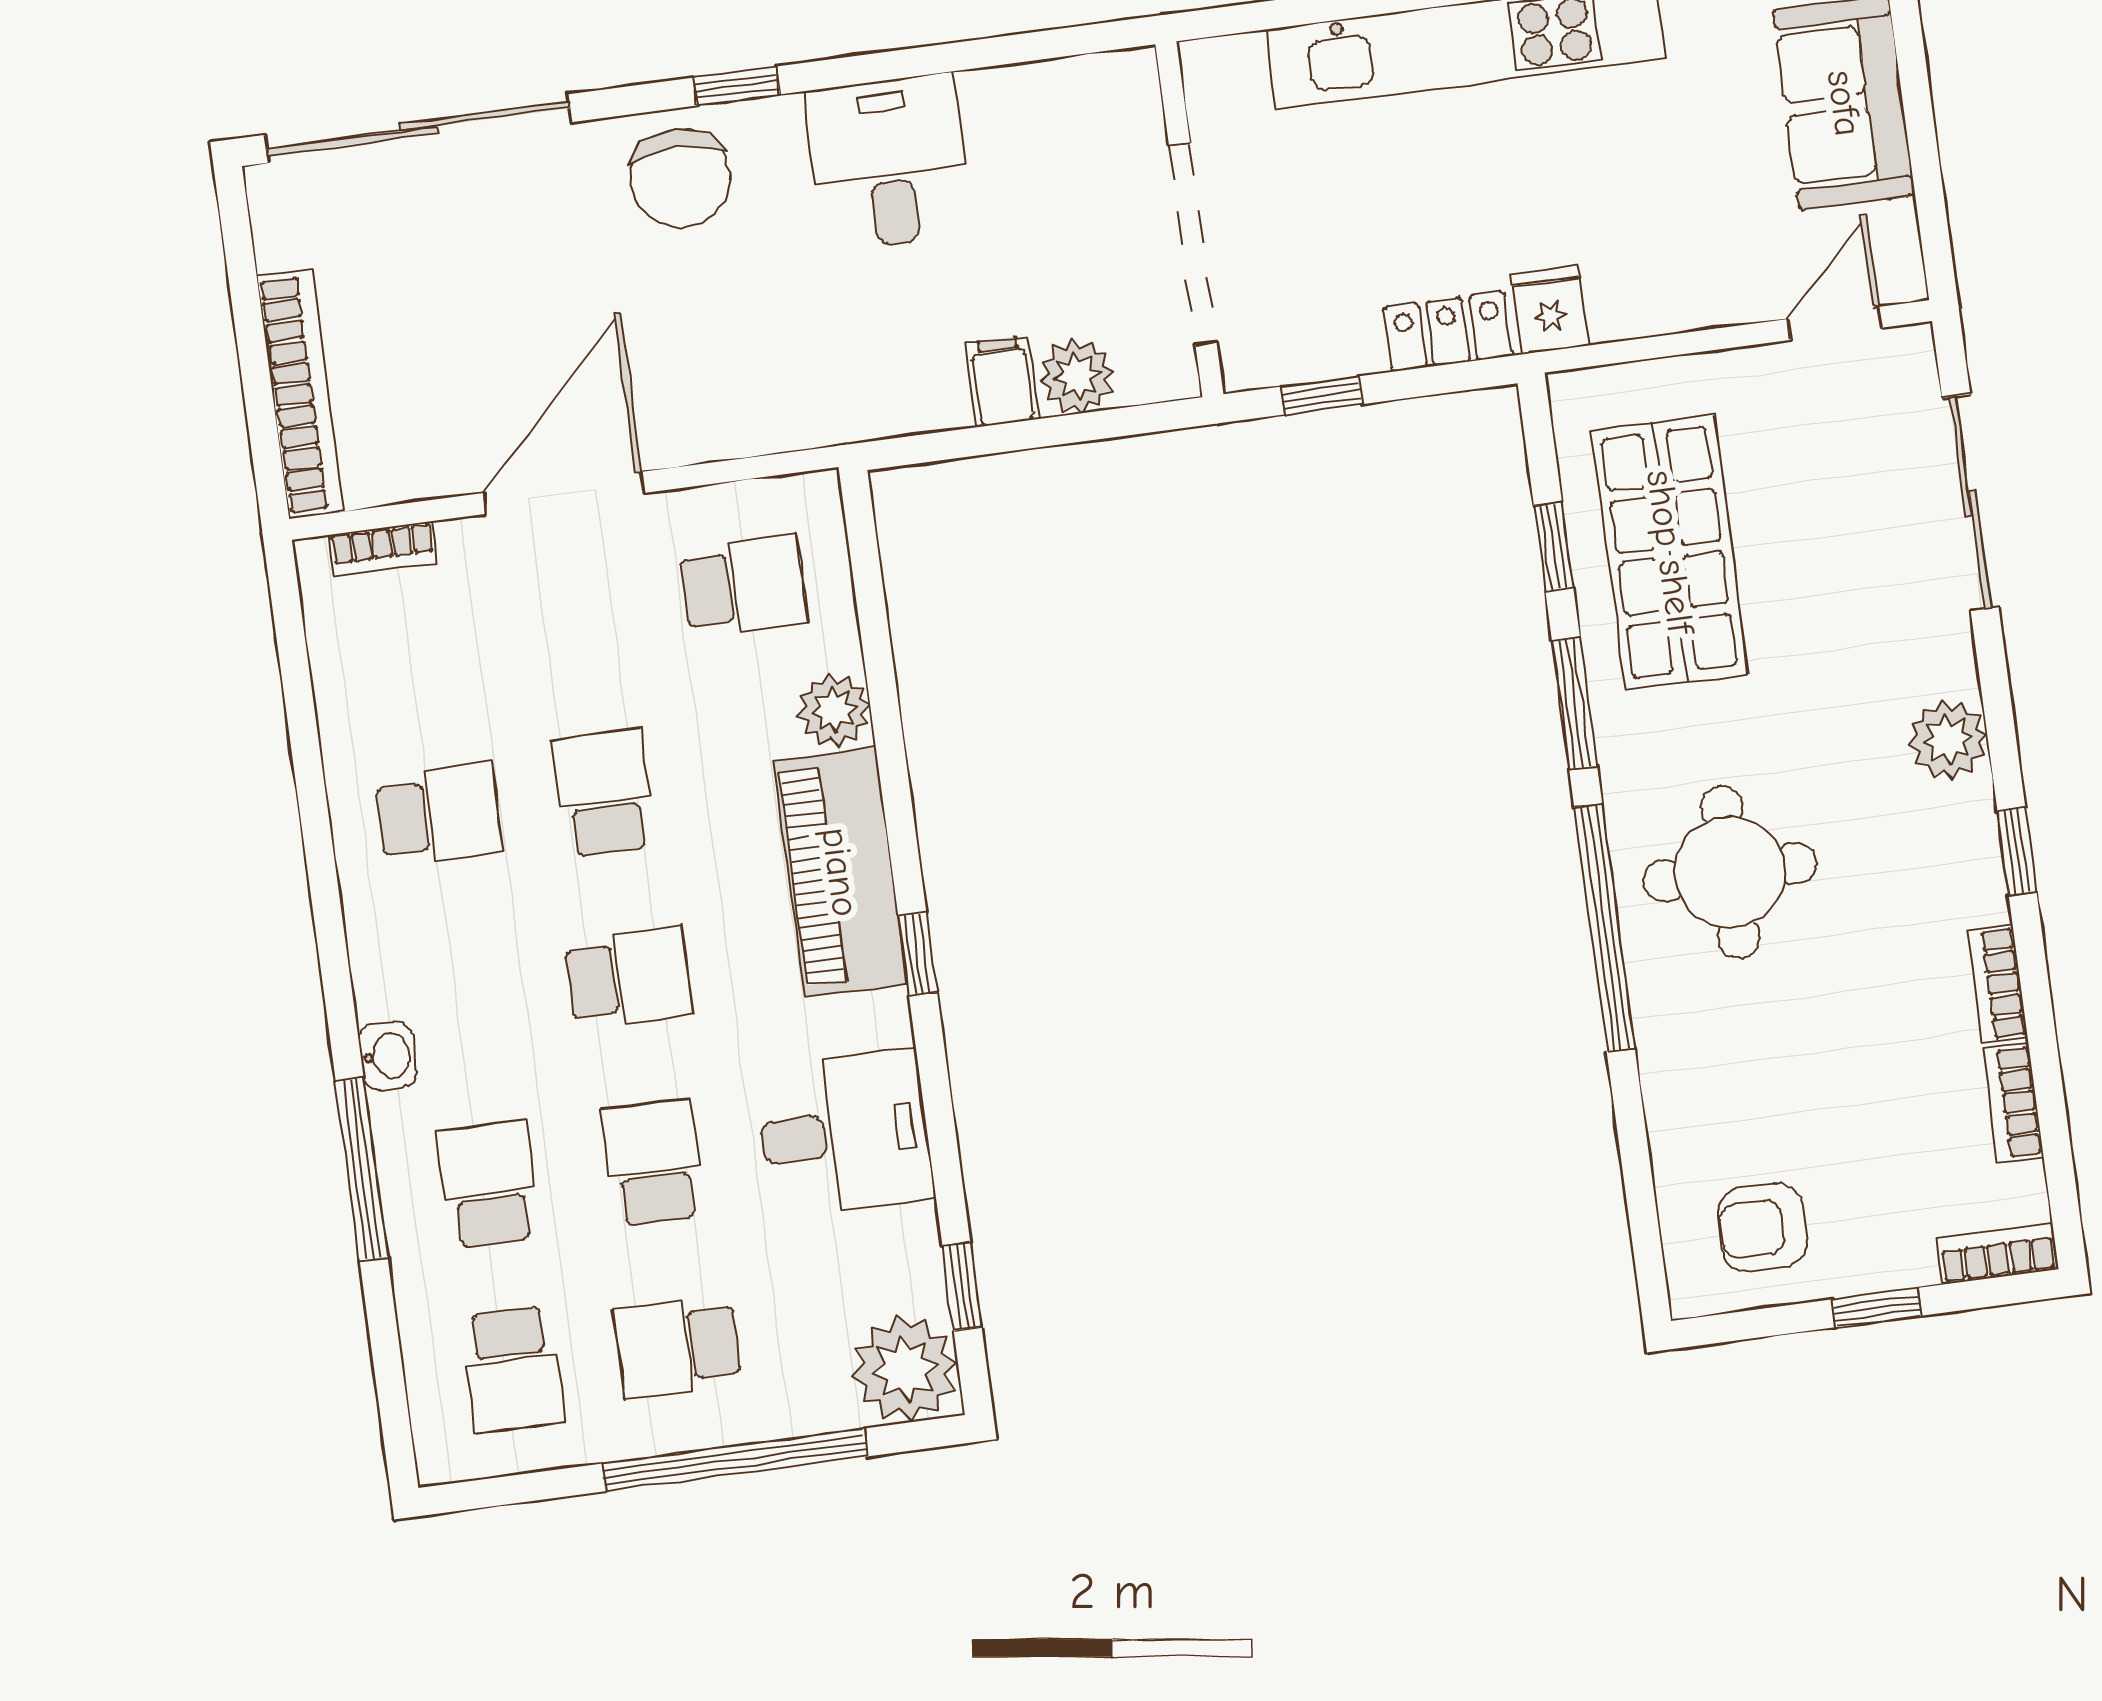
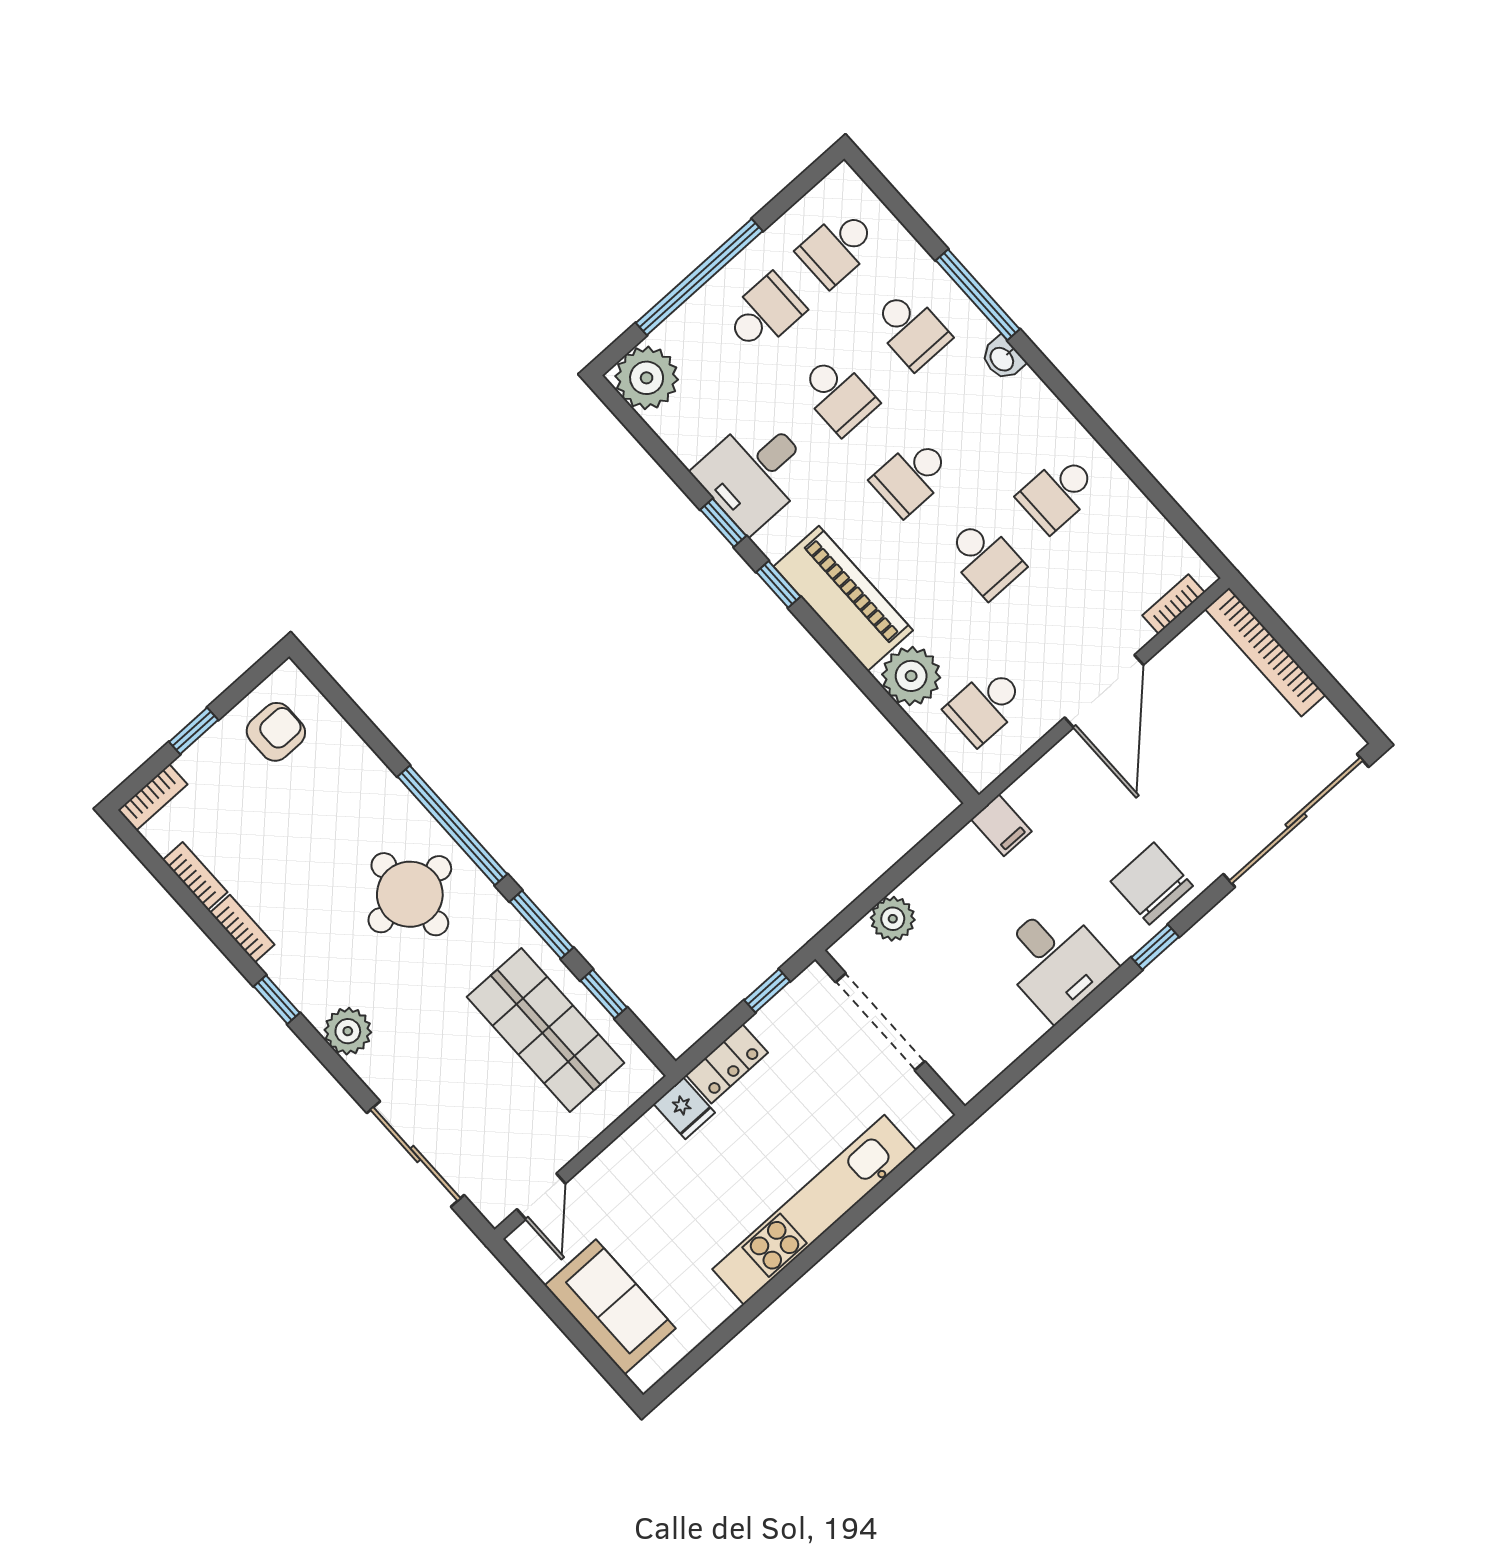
filing cabinet: (1002, 381) -> (1001, 825), moved
plant: (834, 710) -> (911, 676), width x1.36, depth x1.36
window: (962, 1287) -> (723, 523), moved
school desk: (513, 1369) -> (838, 248), turned -90

